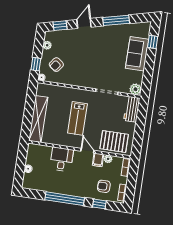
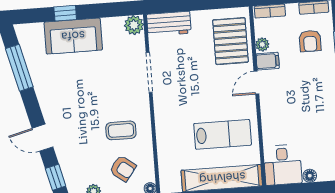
window: (116, 20) -> (19, 68), moved
window: (153, 42) -> (65, 13), moved
coffee table: (78, 68) -> (121, 130), added
lab bench: (77, 118) -> (223, 134), moved
desk: (62, 159) -> (283, 165), moved, turned -90

